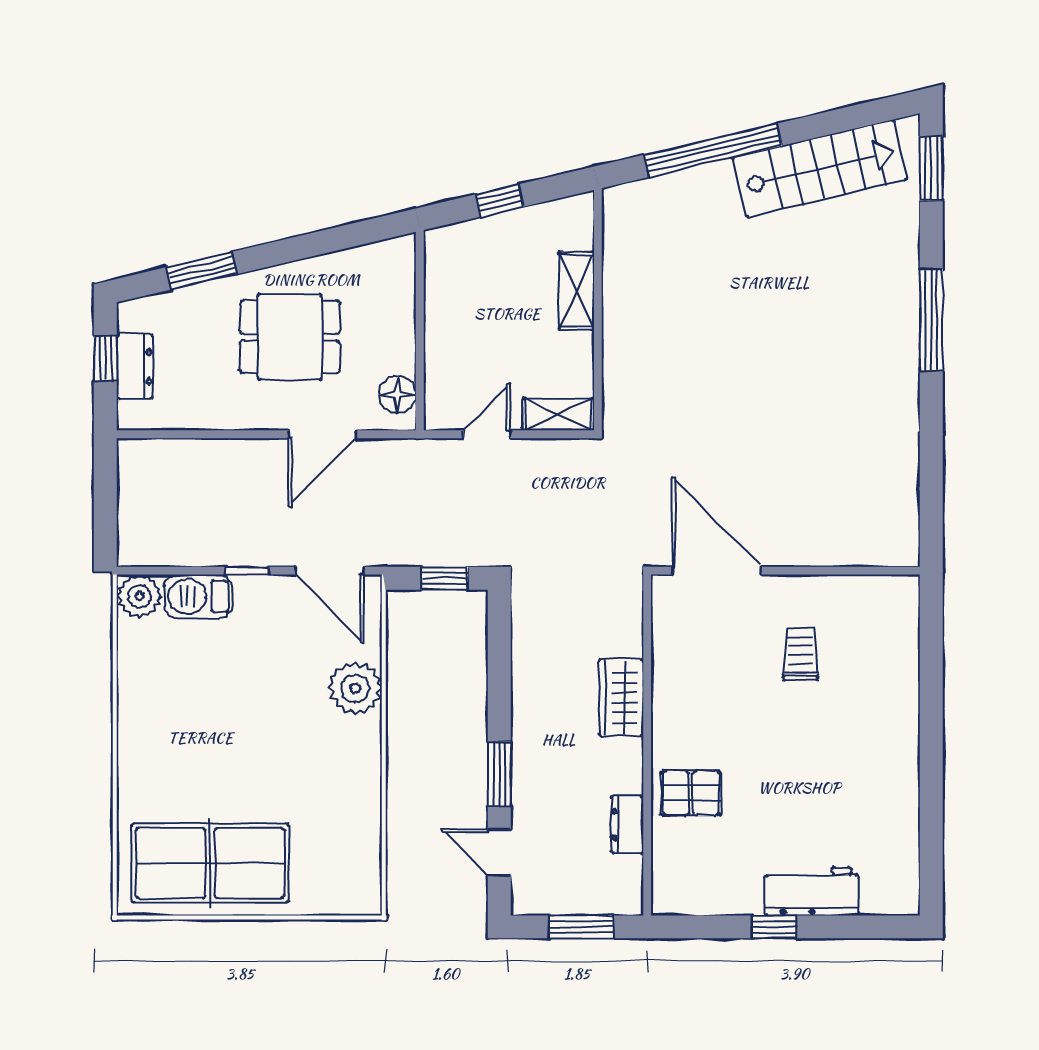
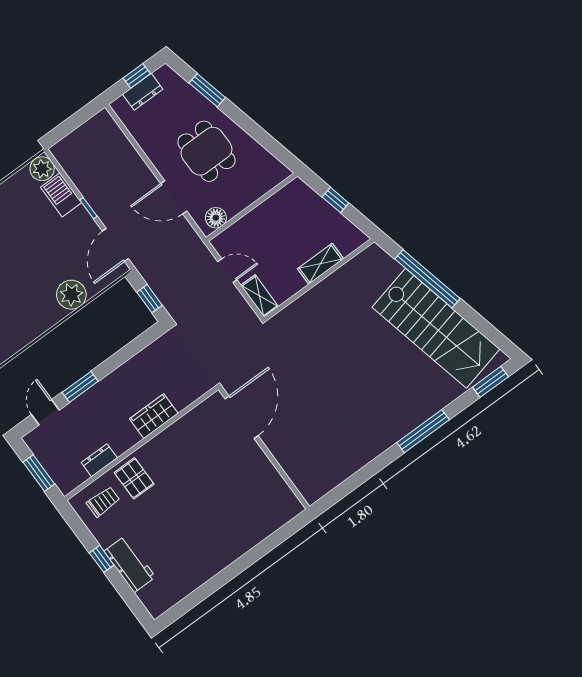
stairs: (820, 169) -> (436, 328), width x1.36, depth x1.51
trolley: (801, 654) -> (103, 502), moved

